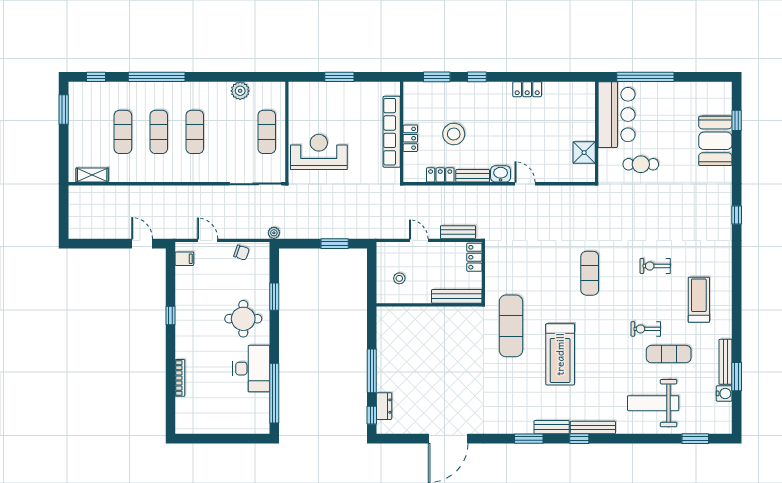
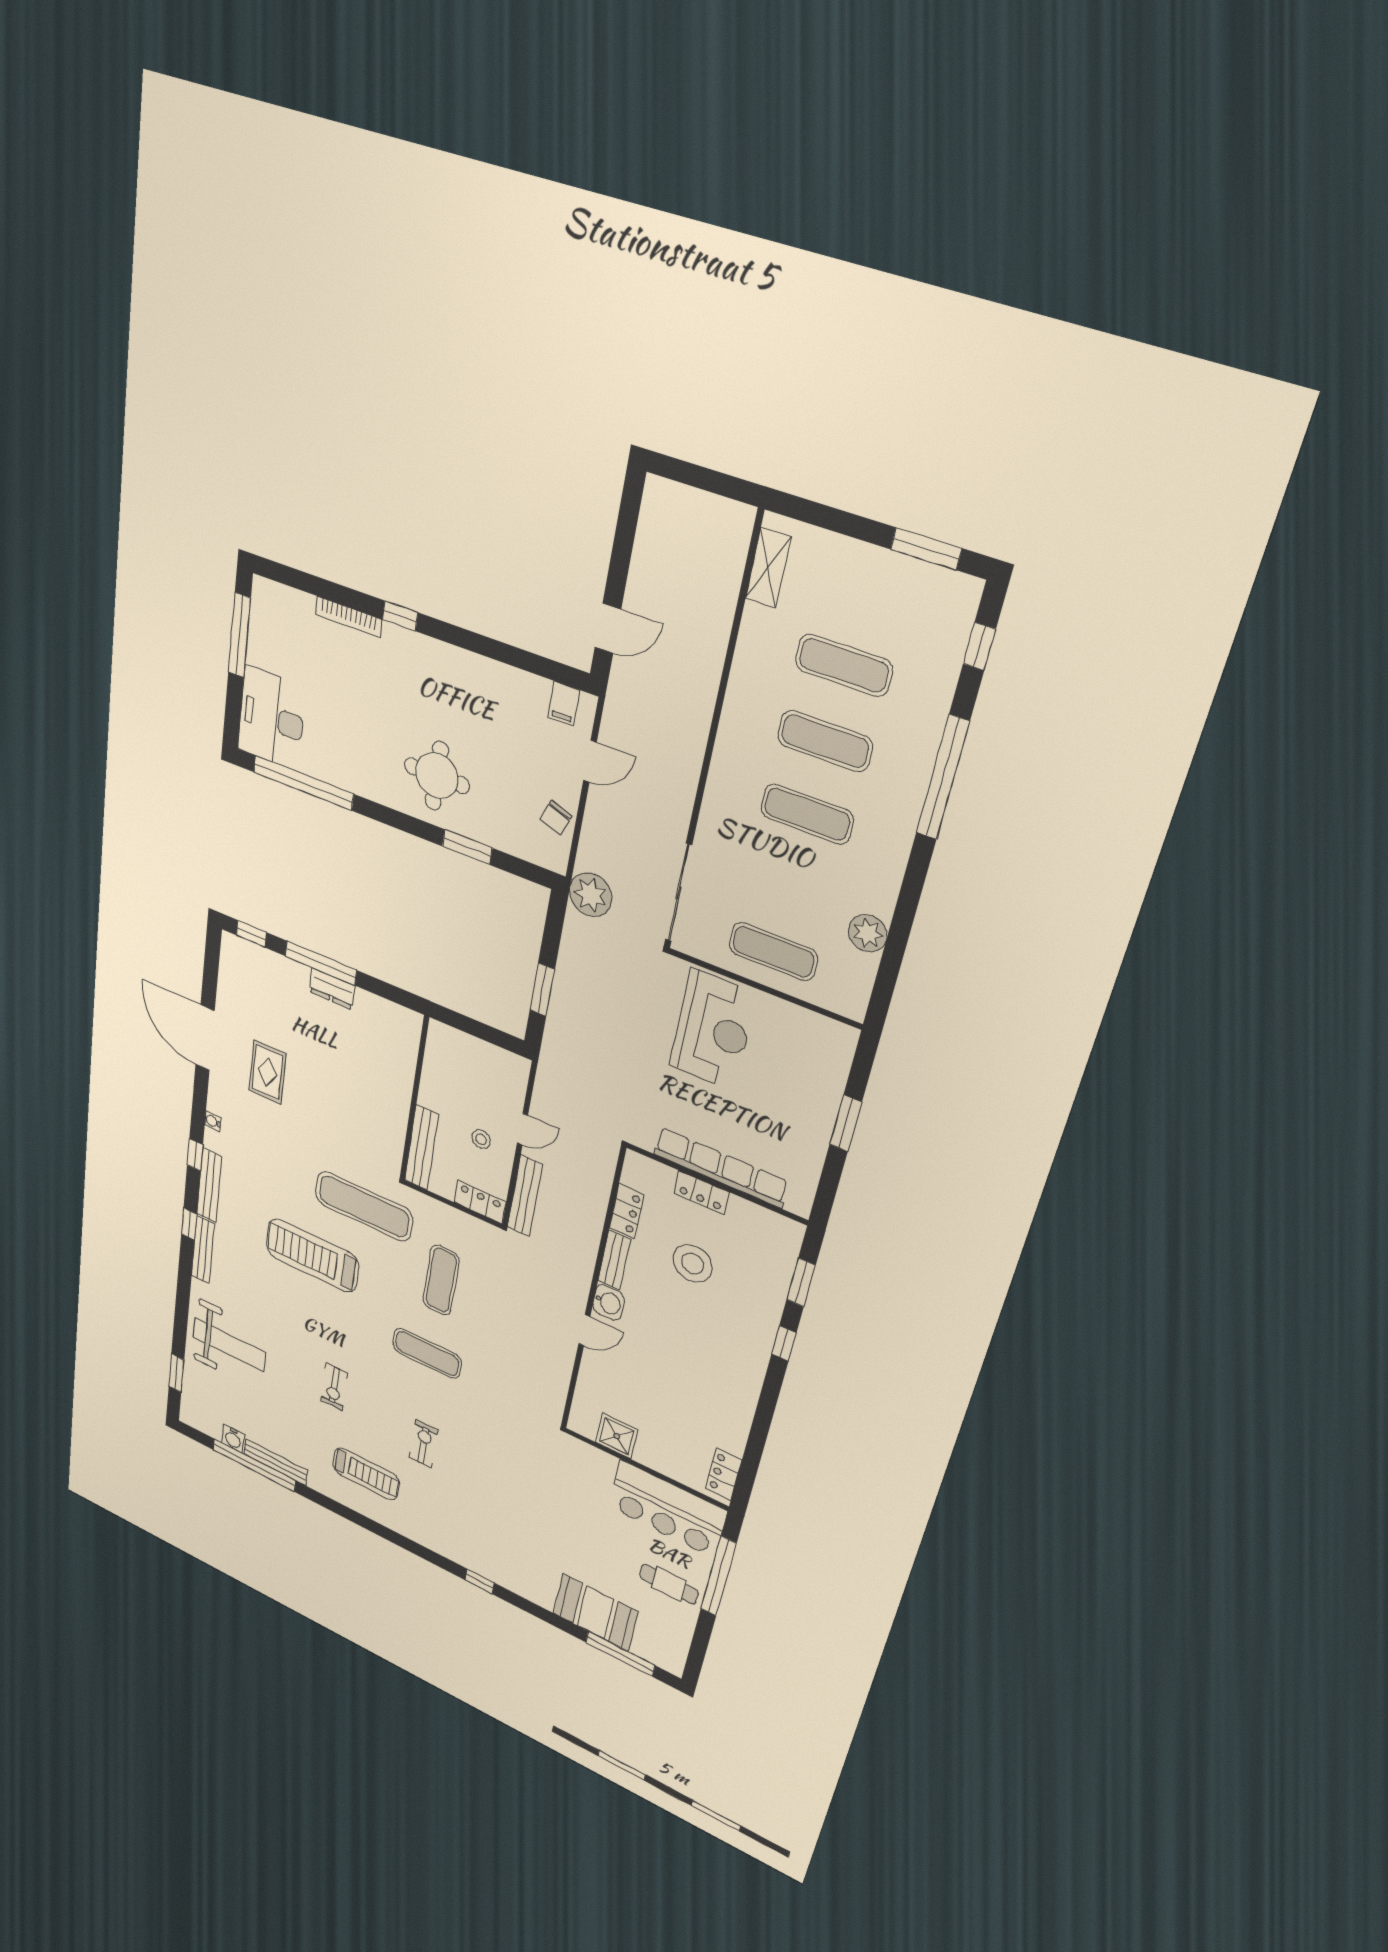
locker: (527, 89) -> (724, 1474), moved
window: (737, 120) -> (620, 1654), width x2.17
cafe table: (641, 164) -> (669, 1584), moved, turned 90
bench: (458, 232) -> (525, 1196), width x1.36
plant: (274, 233) -> (591, 895), width x1.88, depth x1.88
stool: (399, 278) -> (481, 1139), moved
window: (171, 316) -> (400, 616), moved
exercise bike: (646, 329) -> (334, 1387), turned 180
exercise mat: (669, 354) -> (441, 1280), moved
desk: (251, 369) -> (271, 718), moved, turned 90
window: (737, 377) -> (254, 1465), width x2.11
rug: (452, 396) -> (267, 1072), added
weight bench: (653, 403) -> (229, 1345), turned 90
dresser: (384, 406) -> (332, 989), moved
bench: (552, 427) -> (209, 1185), width x1.36
water cooler: (501, 429) -> (213, 1121), added
window: (209, 439) -> (239, 635), added
window: (529, 439) -> (195, 1155), width x0.67

